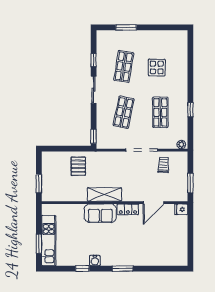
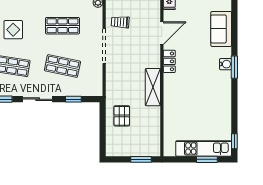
window: (94, 136) -> (73, 99), moved
pallet: (78, 166) -> (122, 116), turned 90
door: (154, 203) -> (162, 33), hinge flipped
sofa: (100, 213) -> (221, 29), moved, turned 180
water cooler: (95, 261) -> (226, 64), moved
window: (82, 269) -> (234, 141), moved

